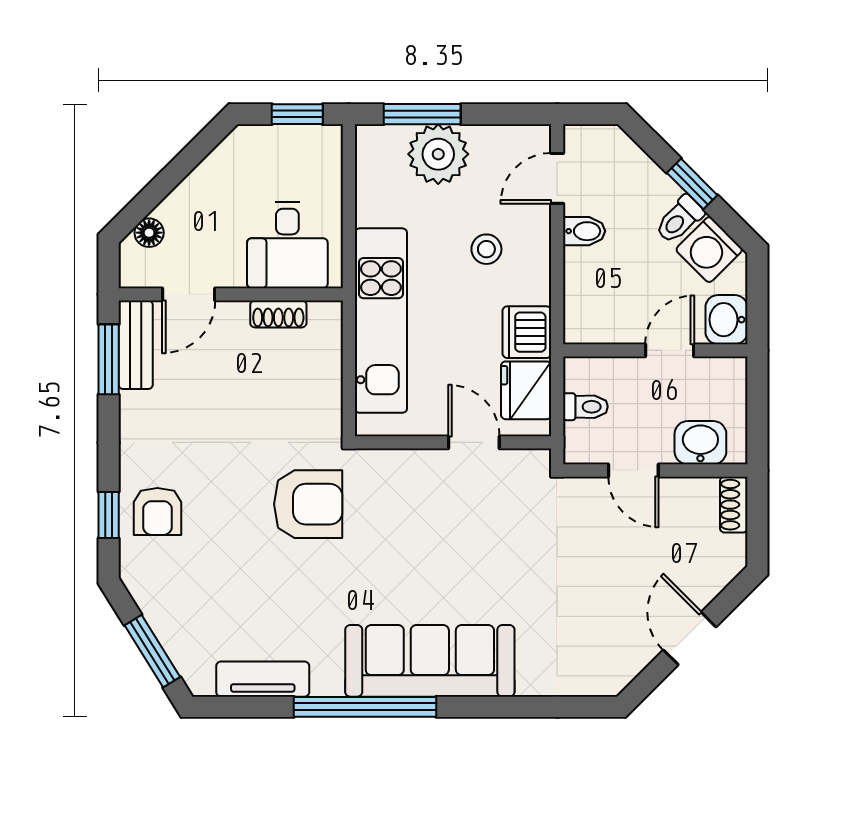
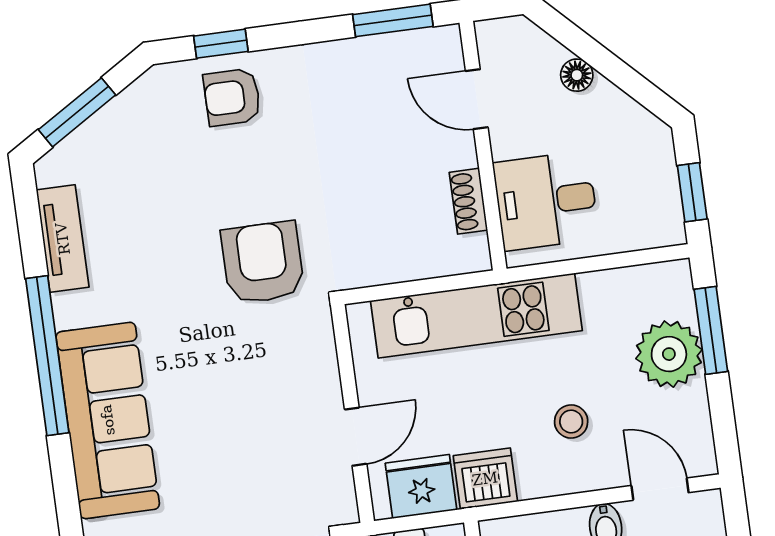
floor lamp: (149, 233) -> (577, 75), moved
bench: (136, 345) -> (413, 48), removed
armchair: (308, 504) -> (263, 263), turned 180

